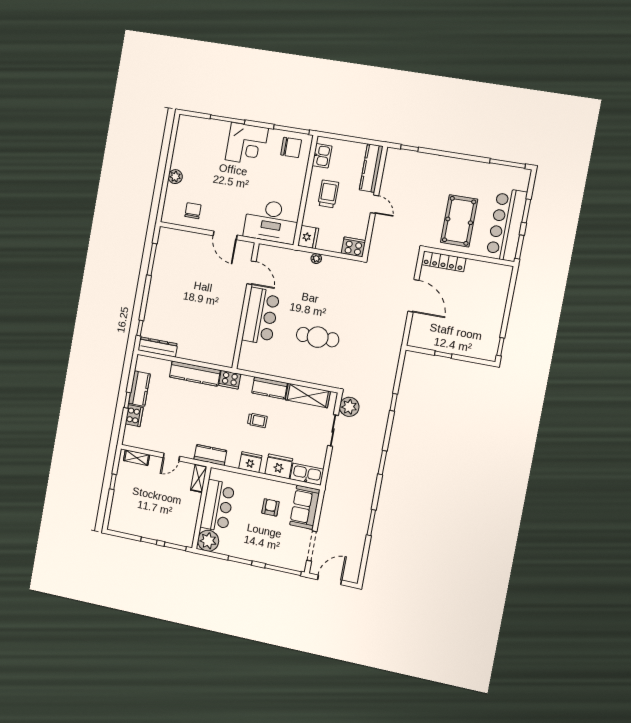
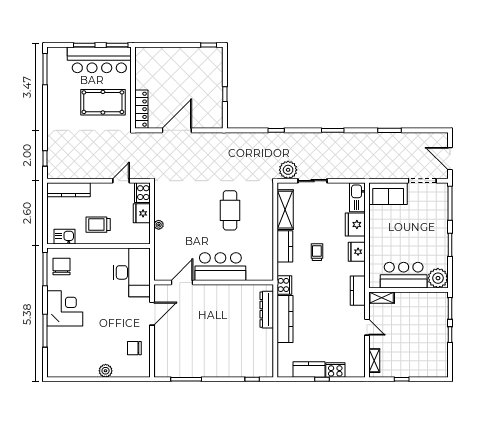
door: (375, 204) -> (121, 181), moved
fridge: (308, 237) -> (142, 213), moved, turned -90
dresser: (158, 347) -> (267, 310), moved
armchair: (270, 507) -> (395, 225), removed

